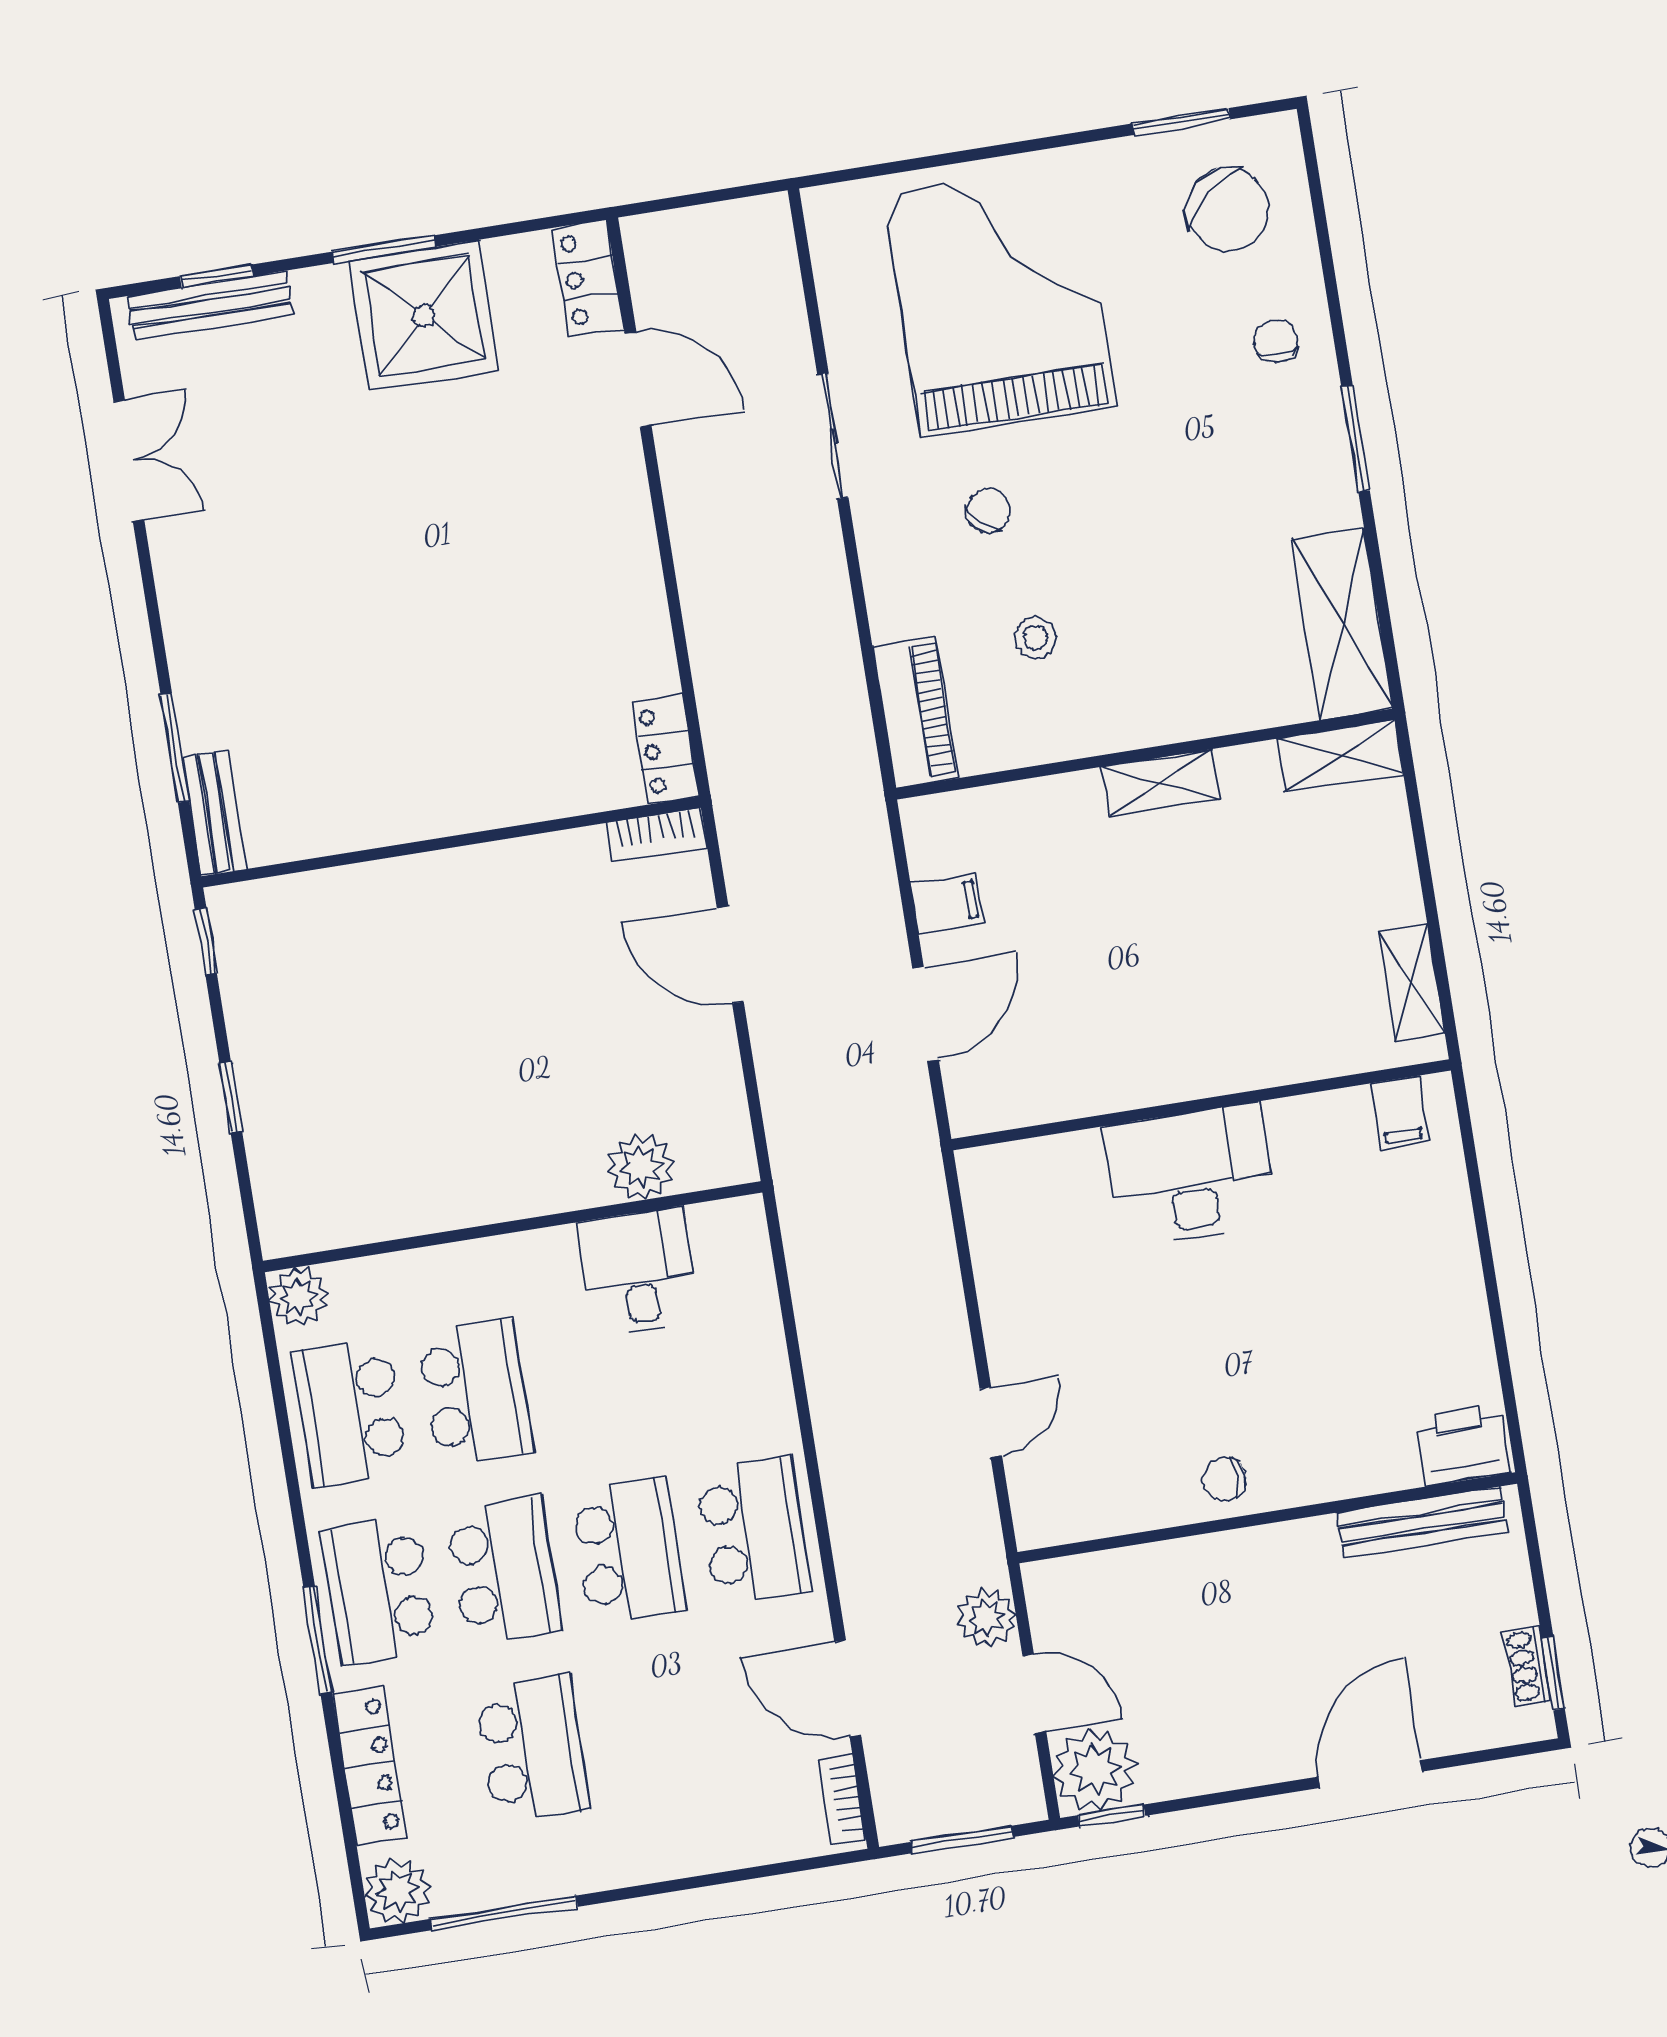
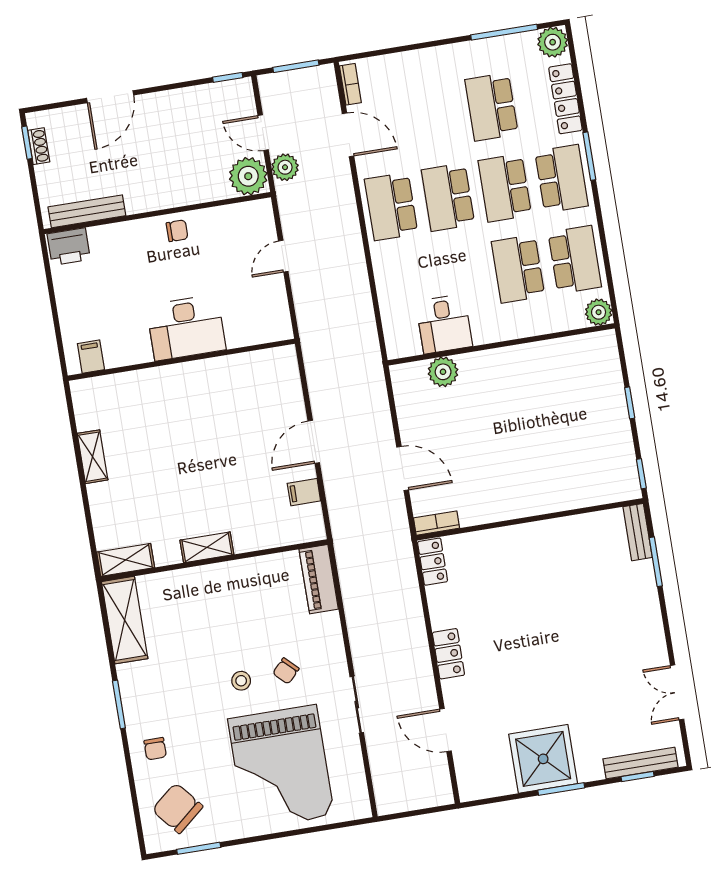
locker: (588, 278) -> (448, 654), moved
stool: (1036, 637) -> (241, 681), moved
wall: (1201, 1105) -> (181, 360), moved
filing cabinet: (1400, 1112) -> (91, 357), moved
desk: (1191, 1176) -> (186, 328), moved
plant: (1095, 1770) -> (248, 176), moved

